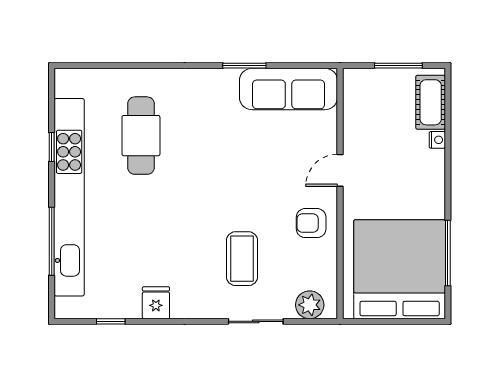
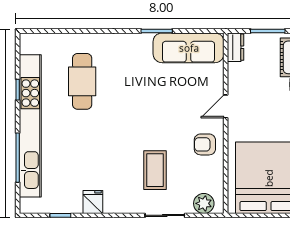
dresser: (354, 88) -> (236, 47), added

